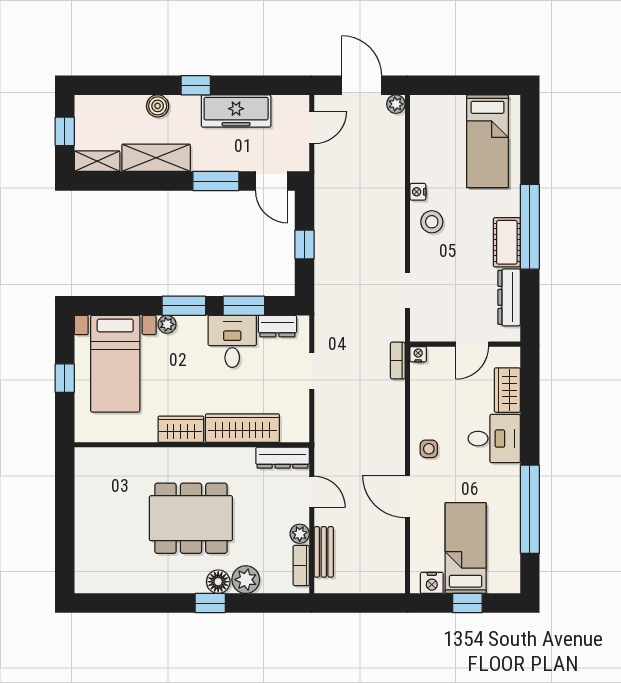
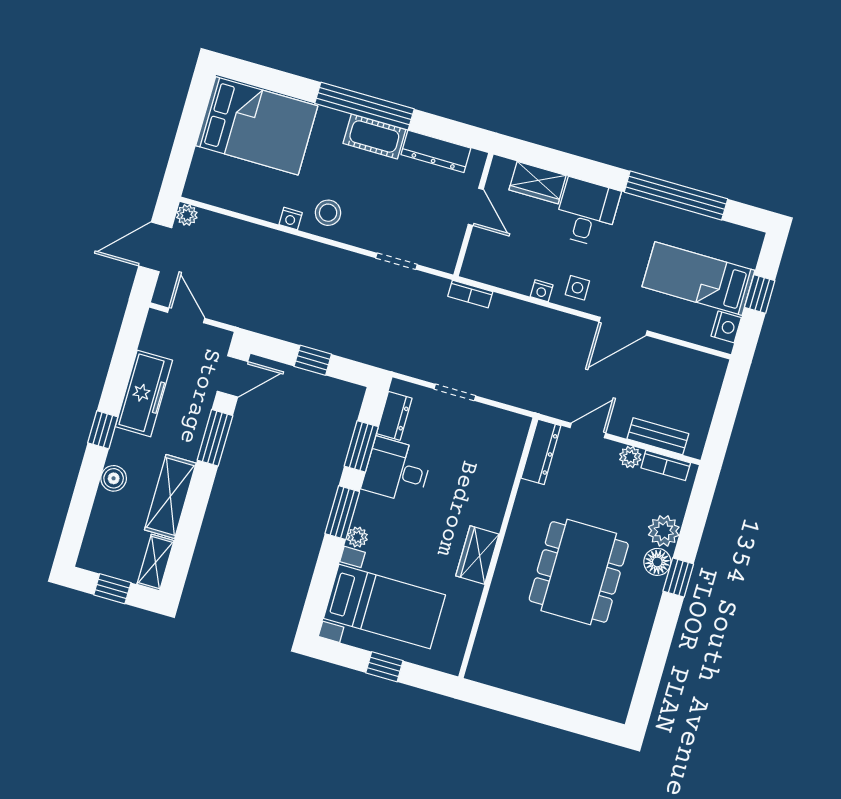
bed: (488, 141) -> (257, 126), width x1.50
nightstand: (418, 354) -> (542, 291), moved, turned -90
wardrobe: (242, 428) -> (496, 487), removed

